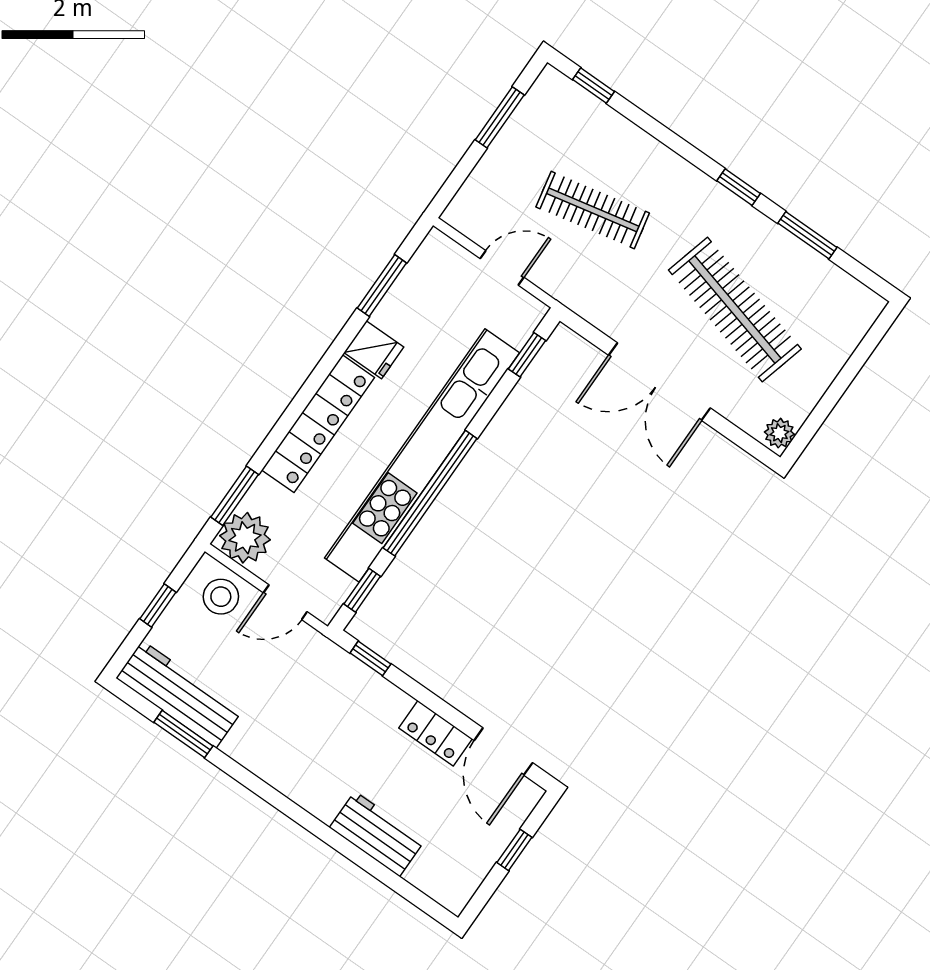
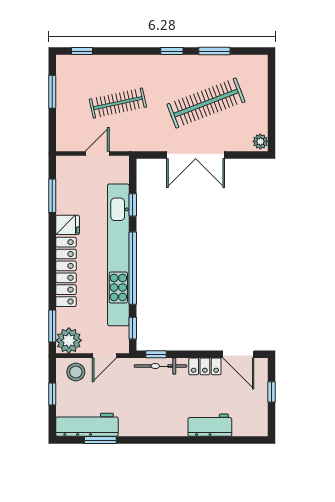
clothes rail: (735, 310) -> (206, 103), turned -36
window: (527, 355) -> (133, 205), moved
bicycle: (364, 683) -> (160, 366), added

